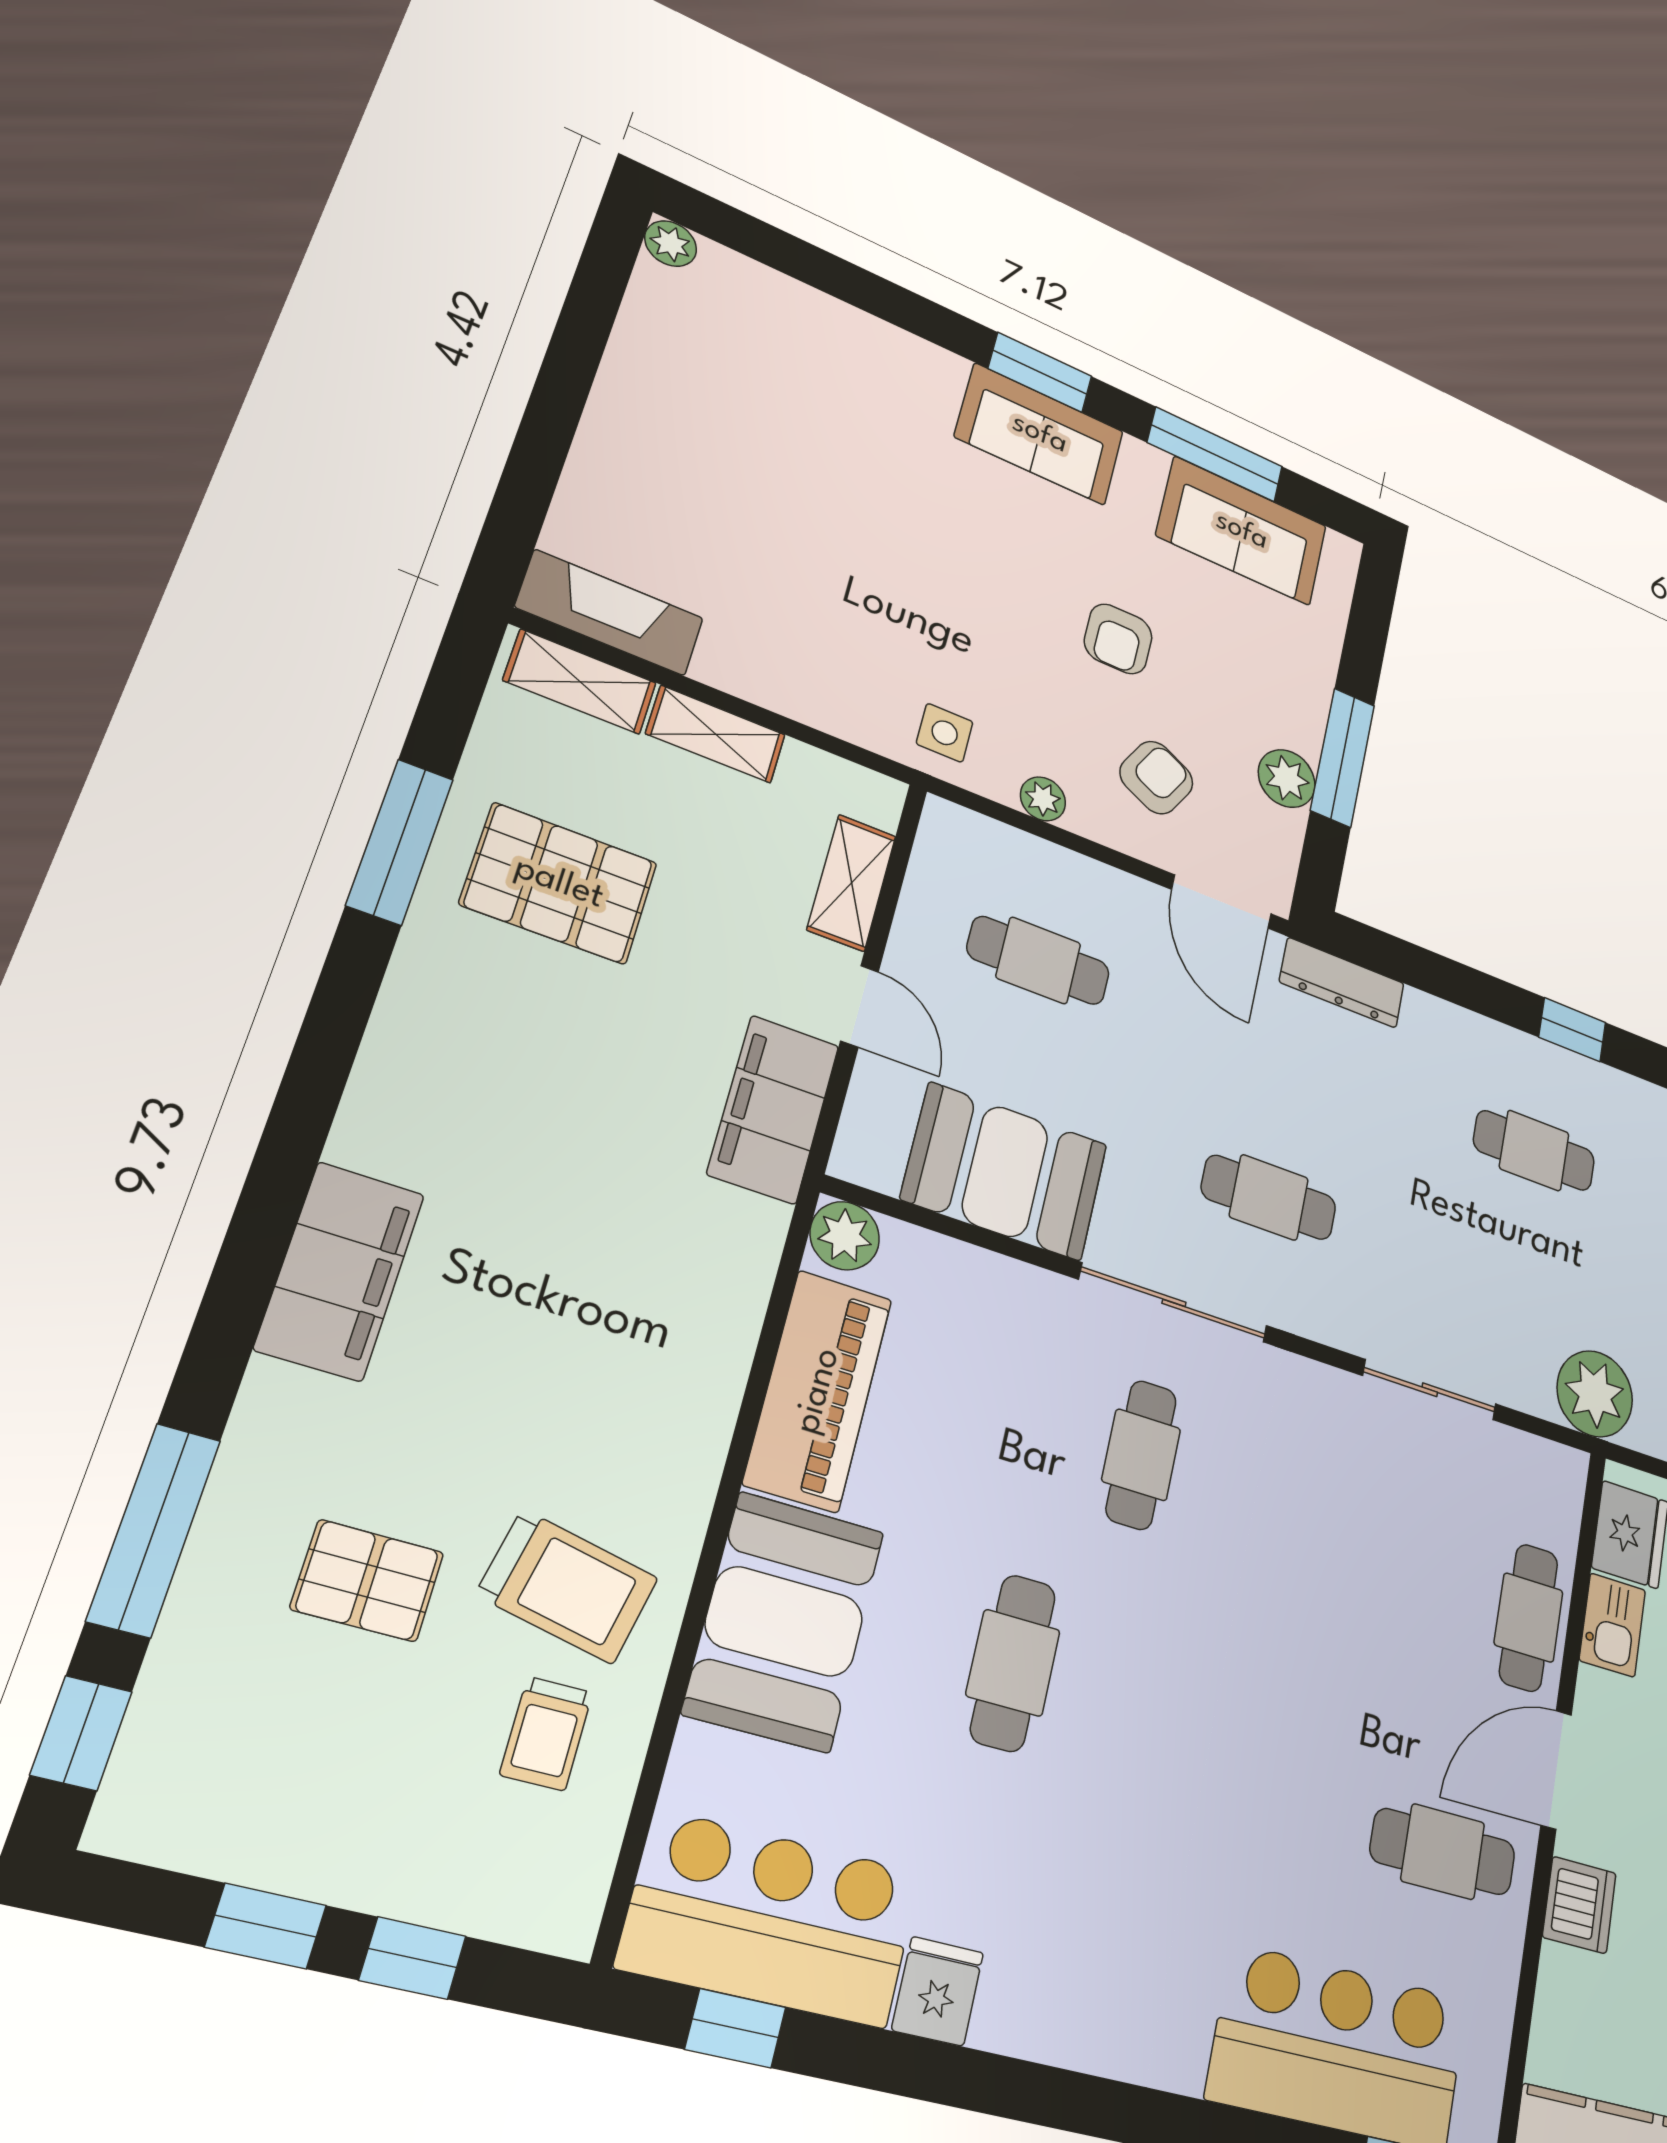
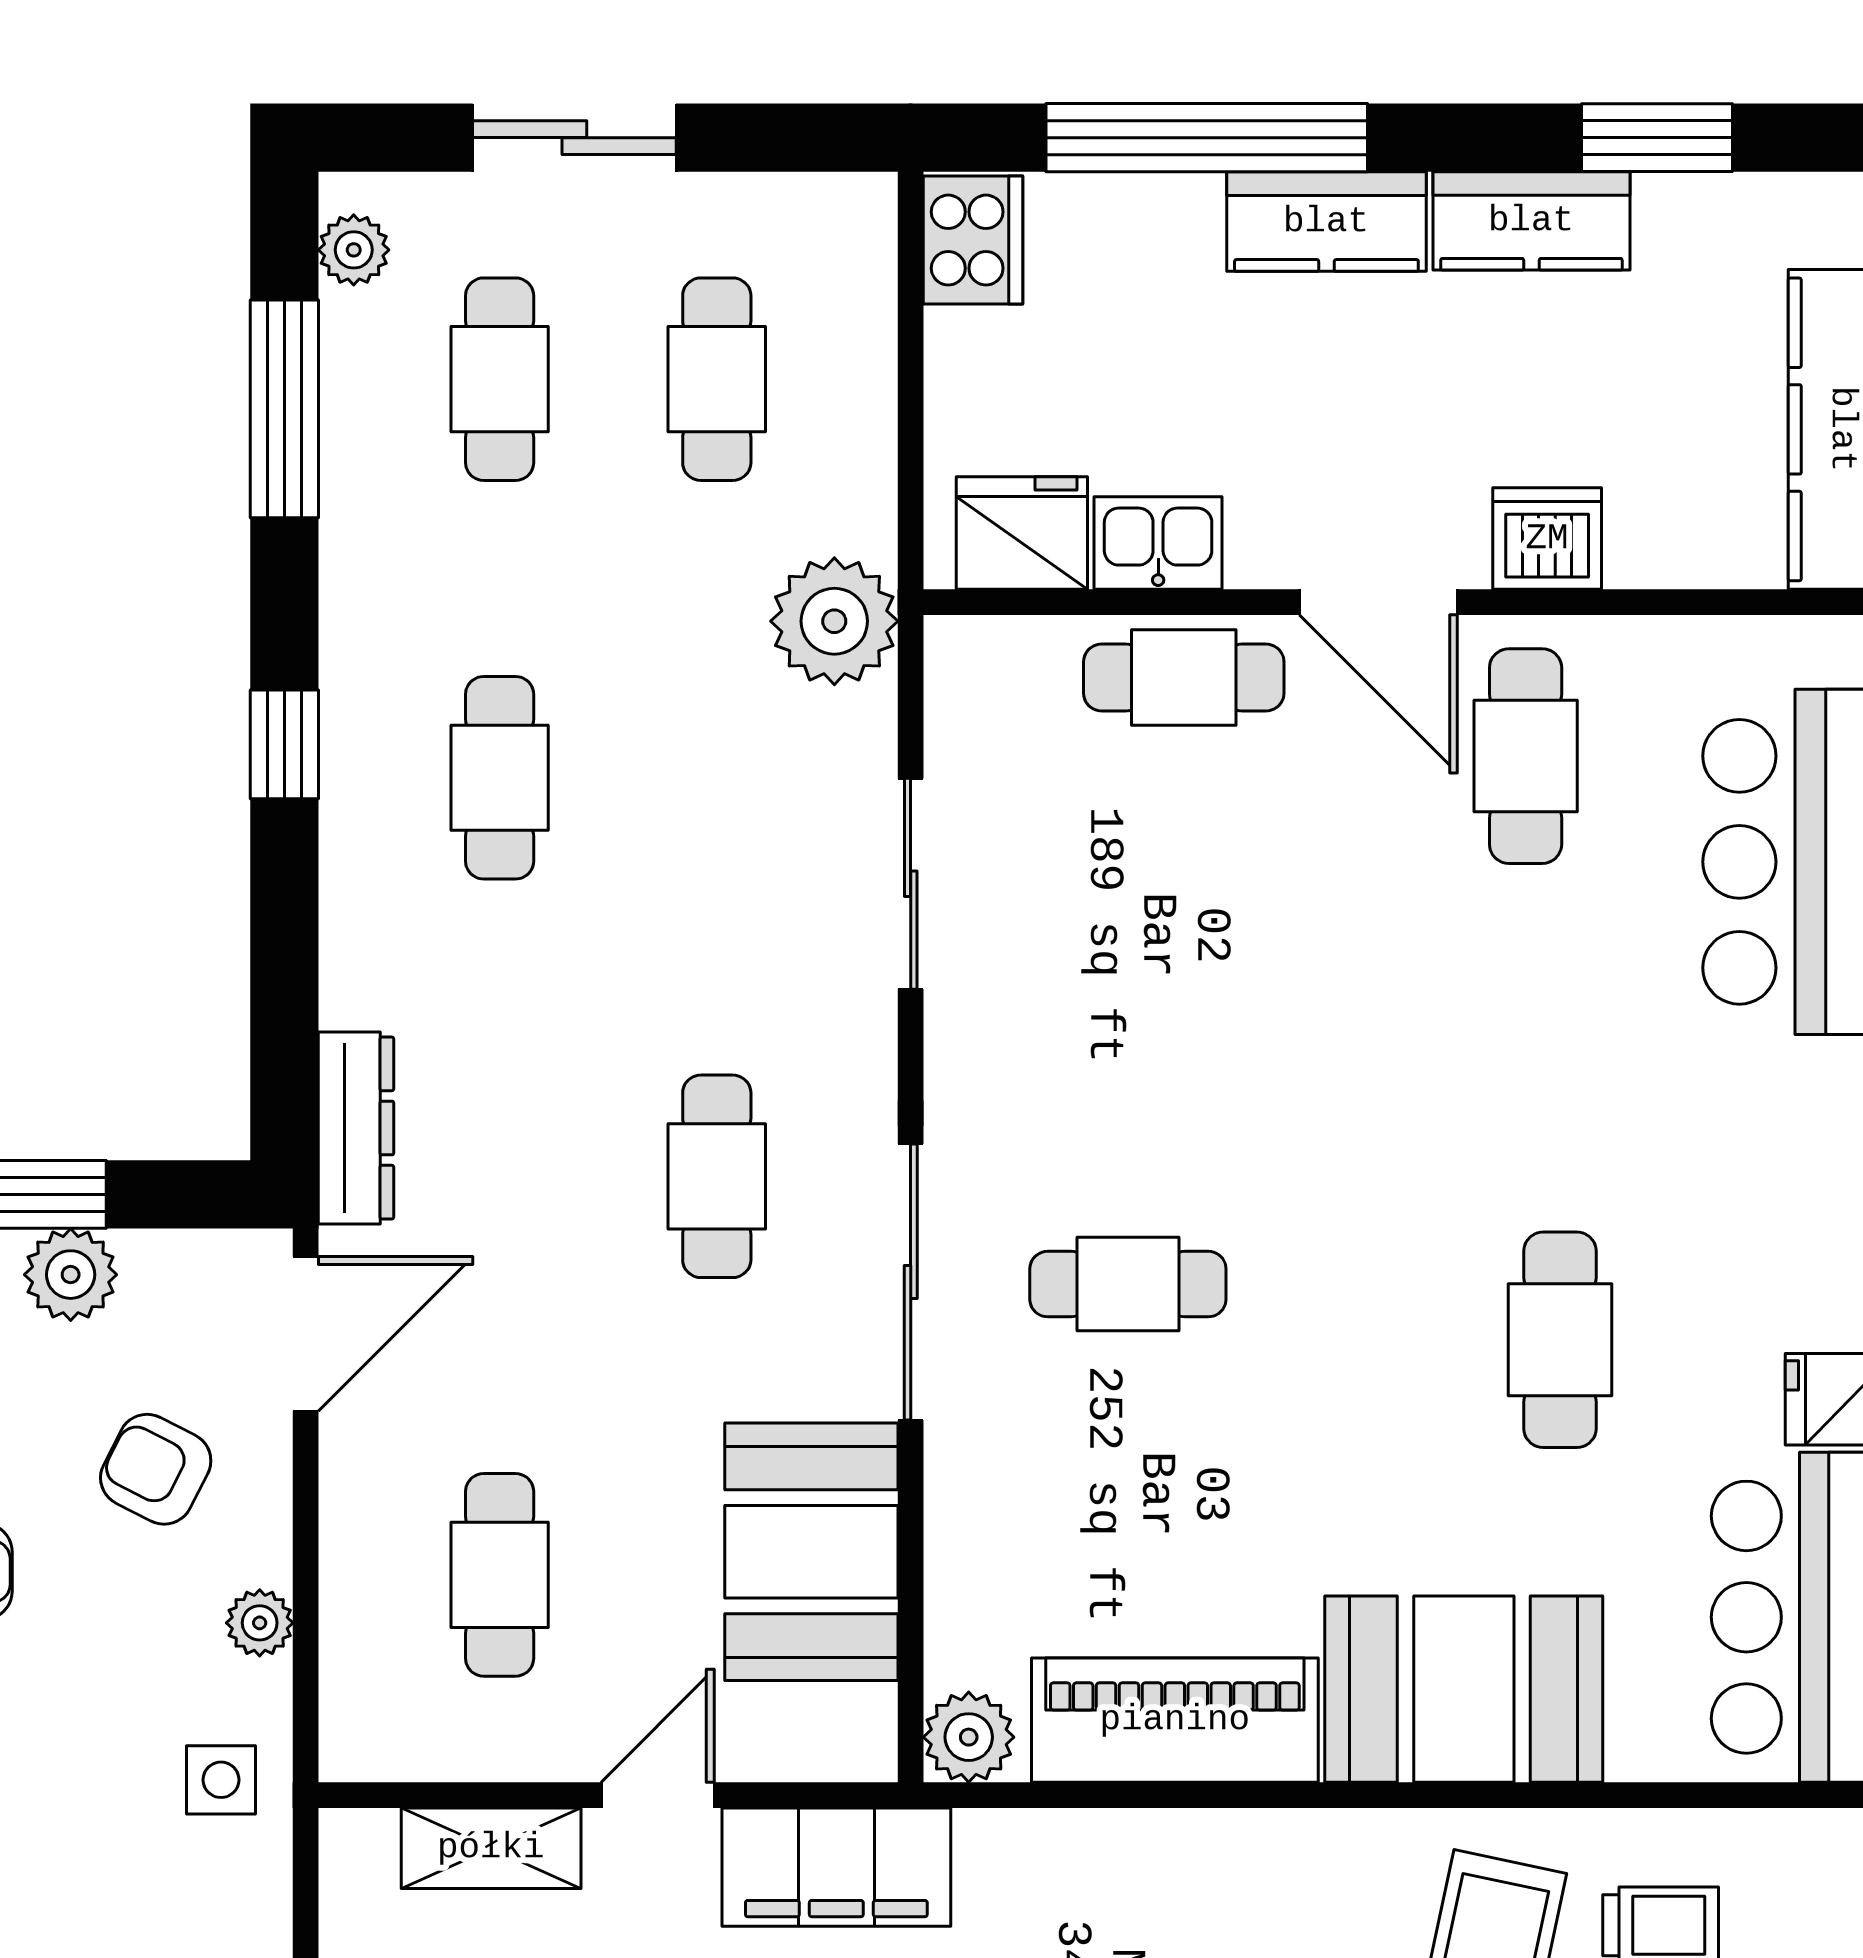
cafe table: (1013, 1663) -> (1560, 1340), moved, turned 90

